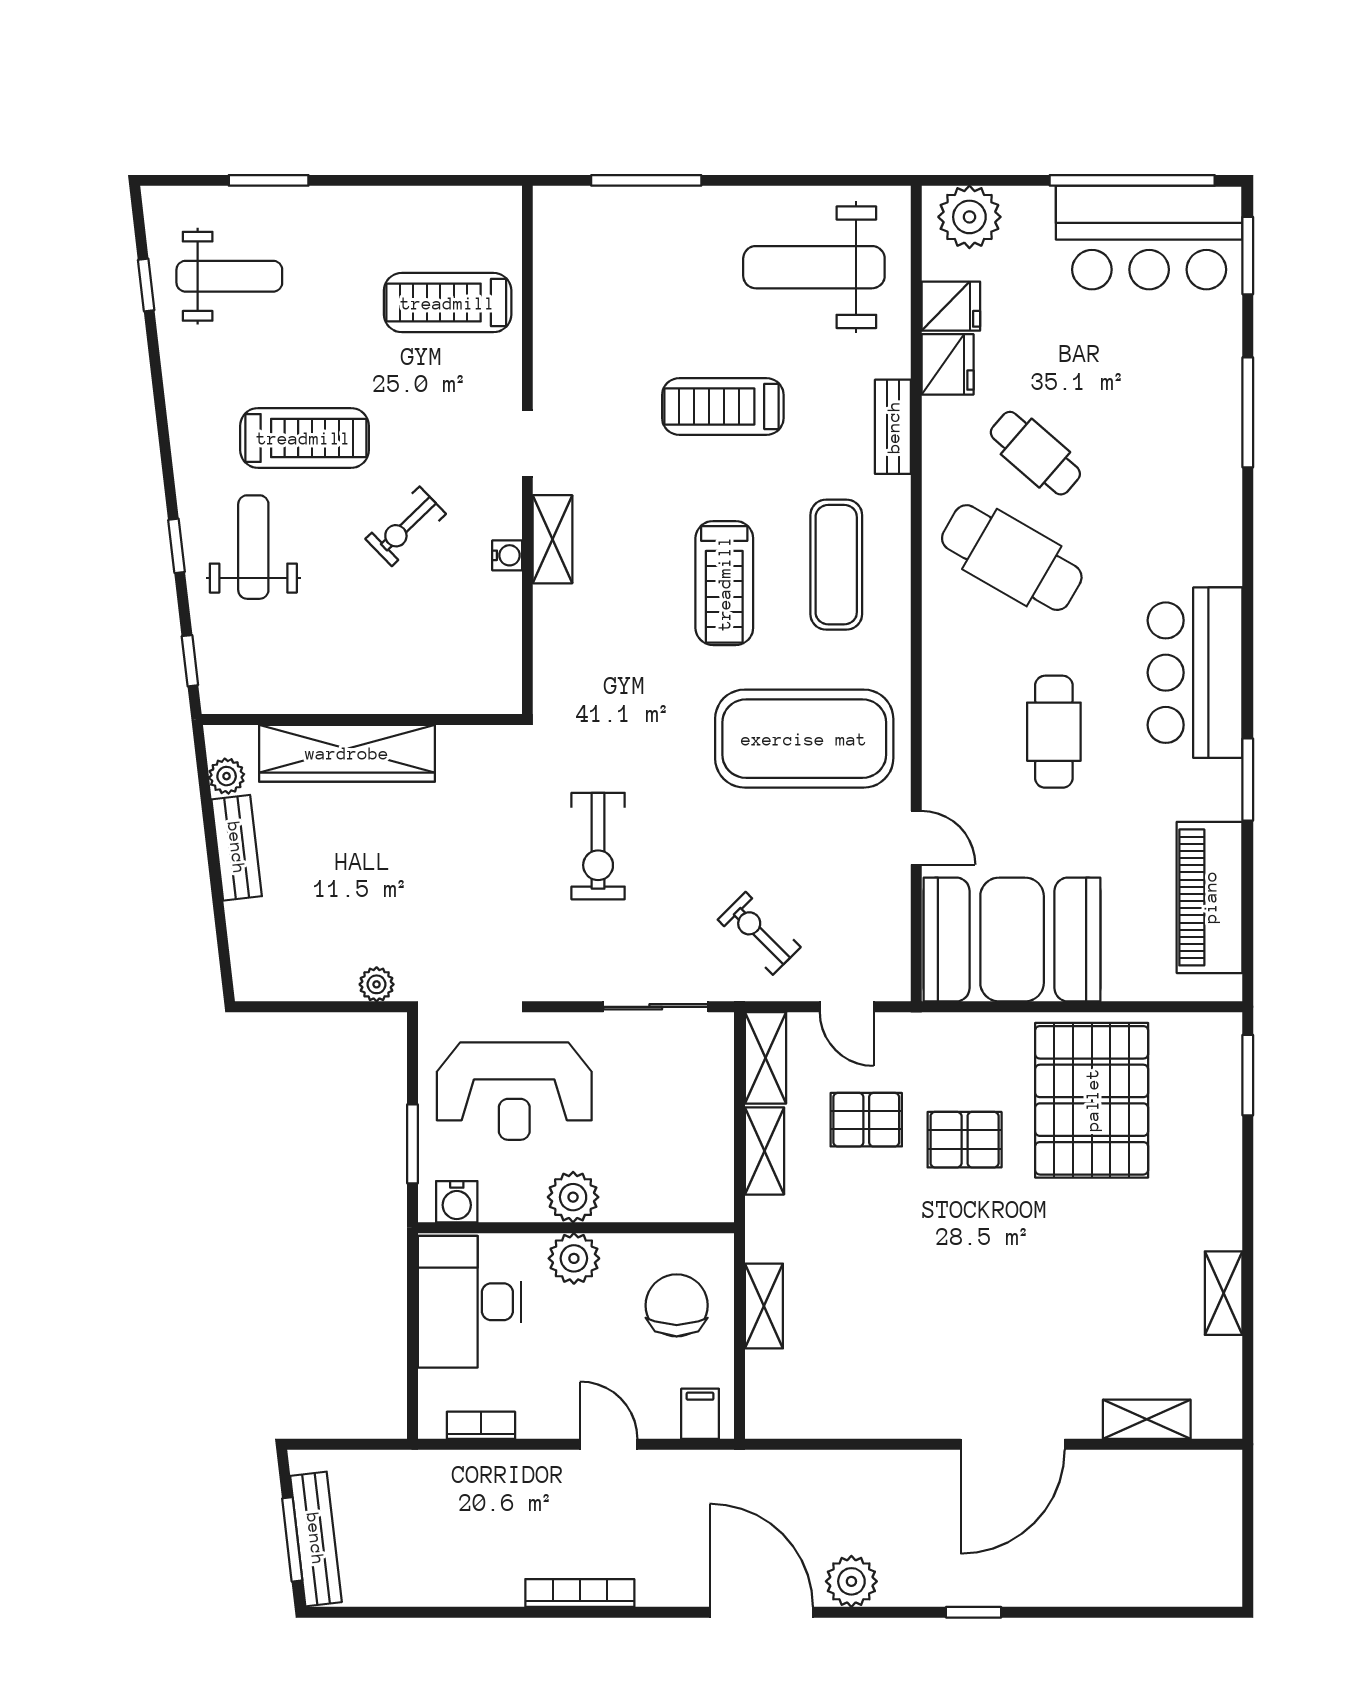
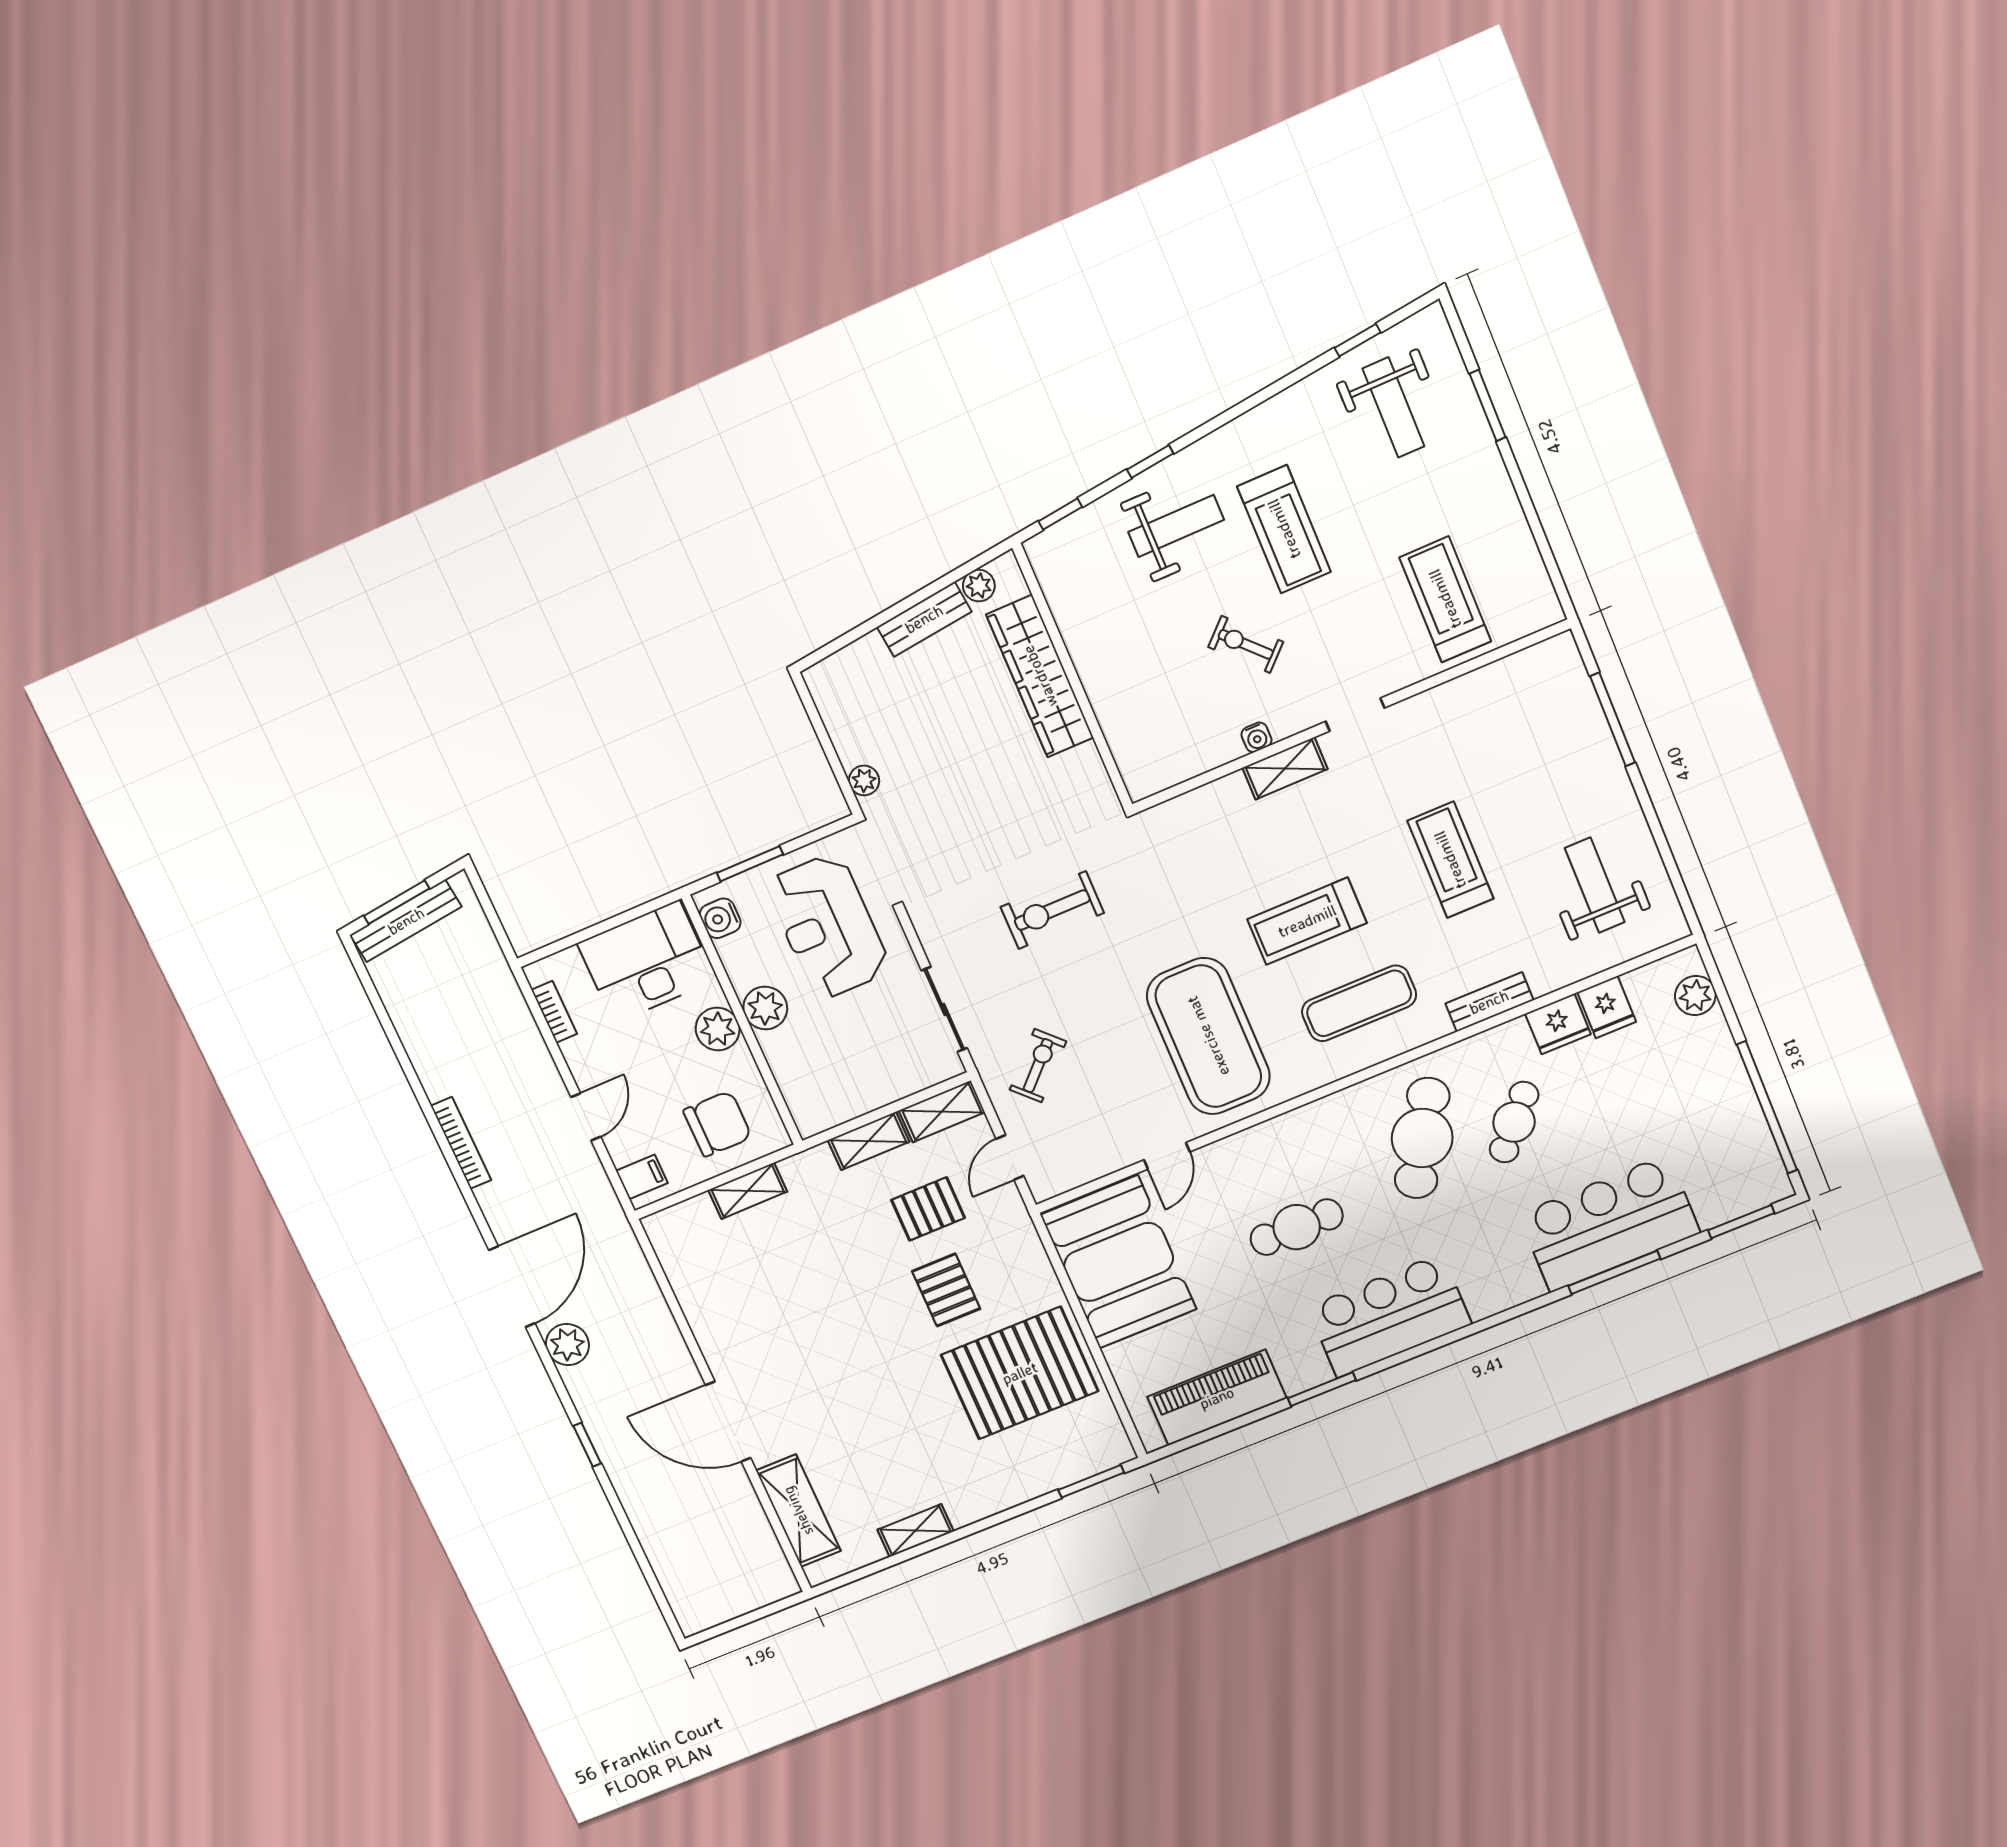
plant: (969, 217) -> (1695, 996), width x0.73, depth x0.73
bar counter: (1149, 237) -> (1609, 1223), moved, turned 90
weight bench: (814, 267) -> (1595, 885), width x0.73, depth x0.75
pallet: (866, 1120) -> (928, 1209), turned 90
shelving: (1147, 1419) -> (798, 1511), width x1.50, depth x1.33

